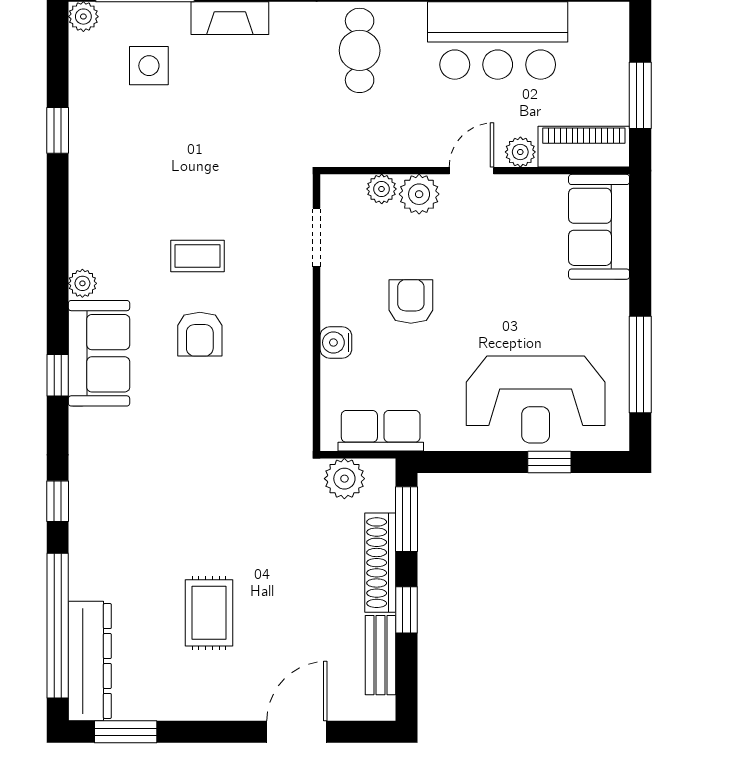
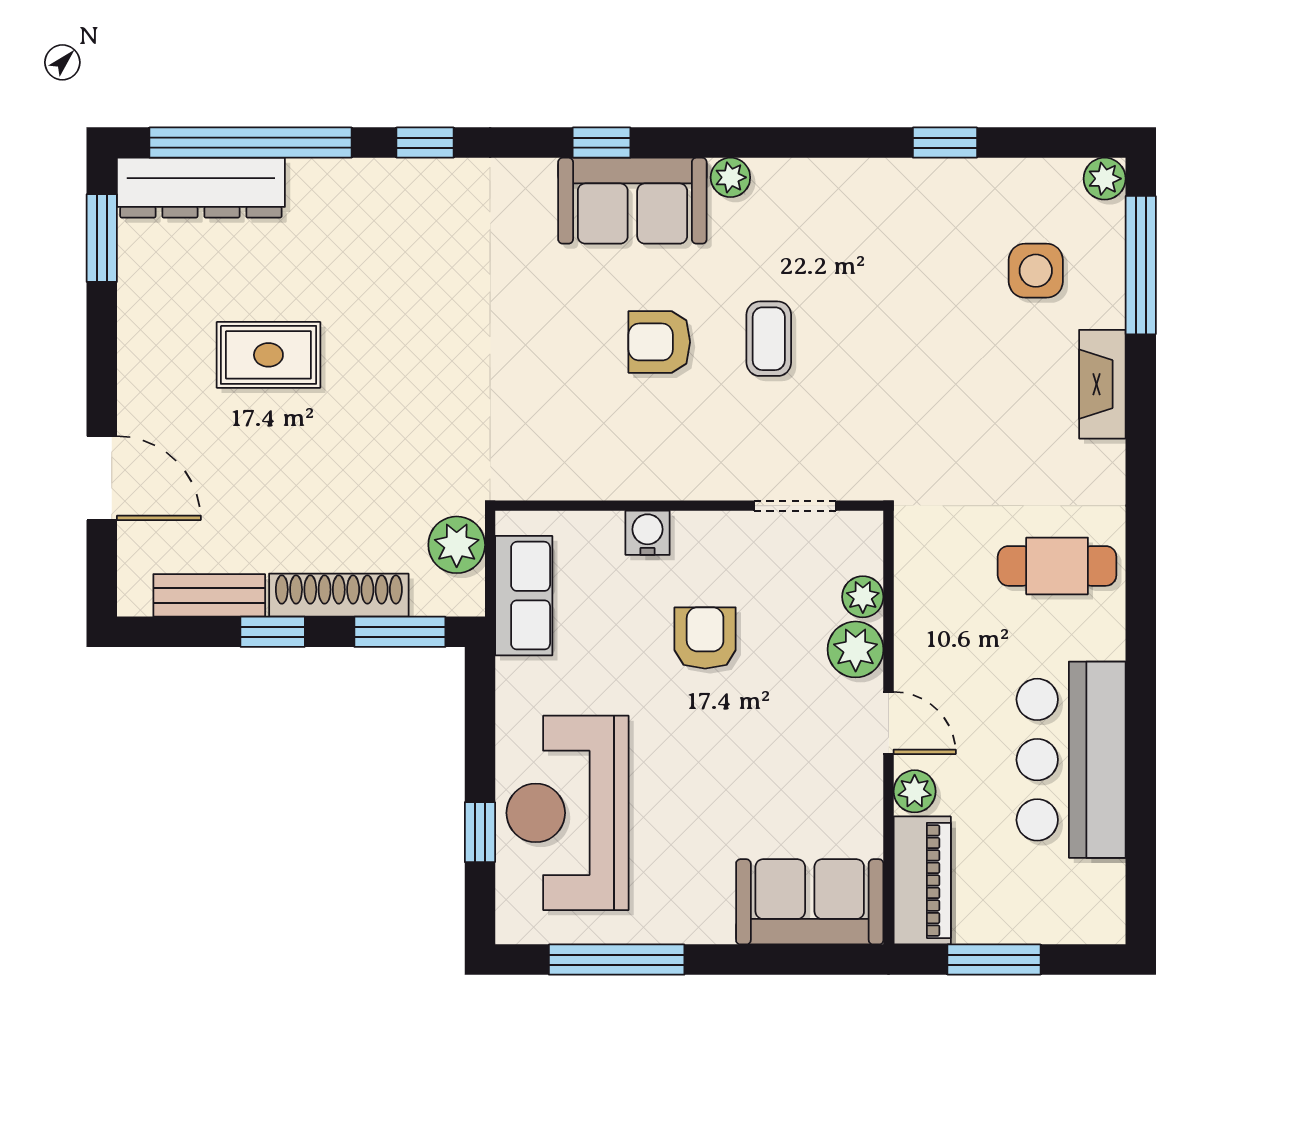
armchair: (411, 301) -> (705, 638), turned -90

